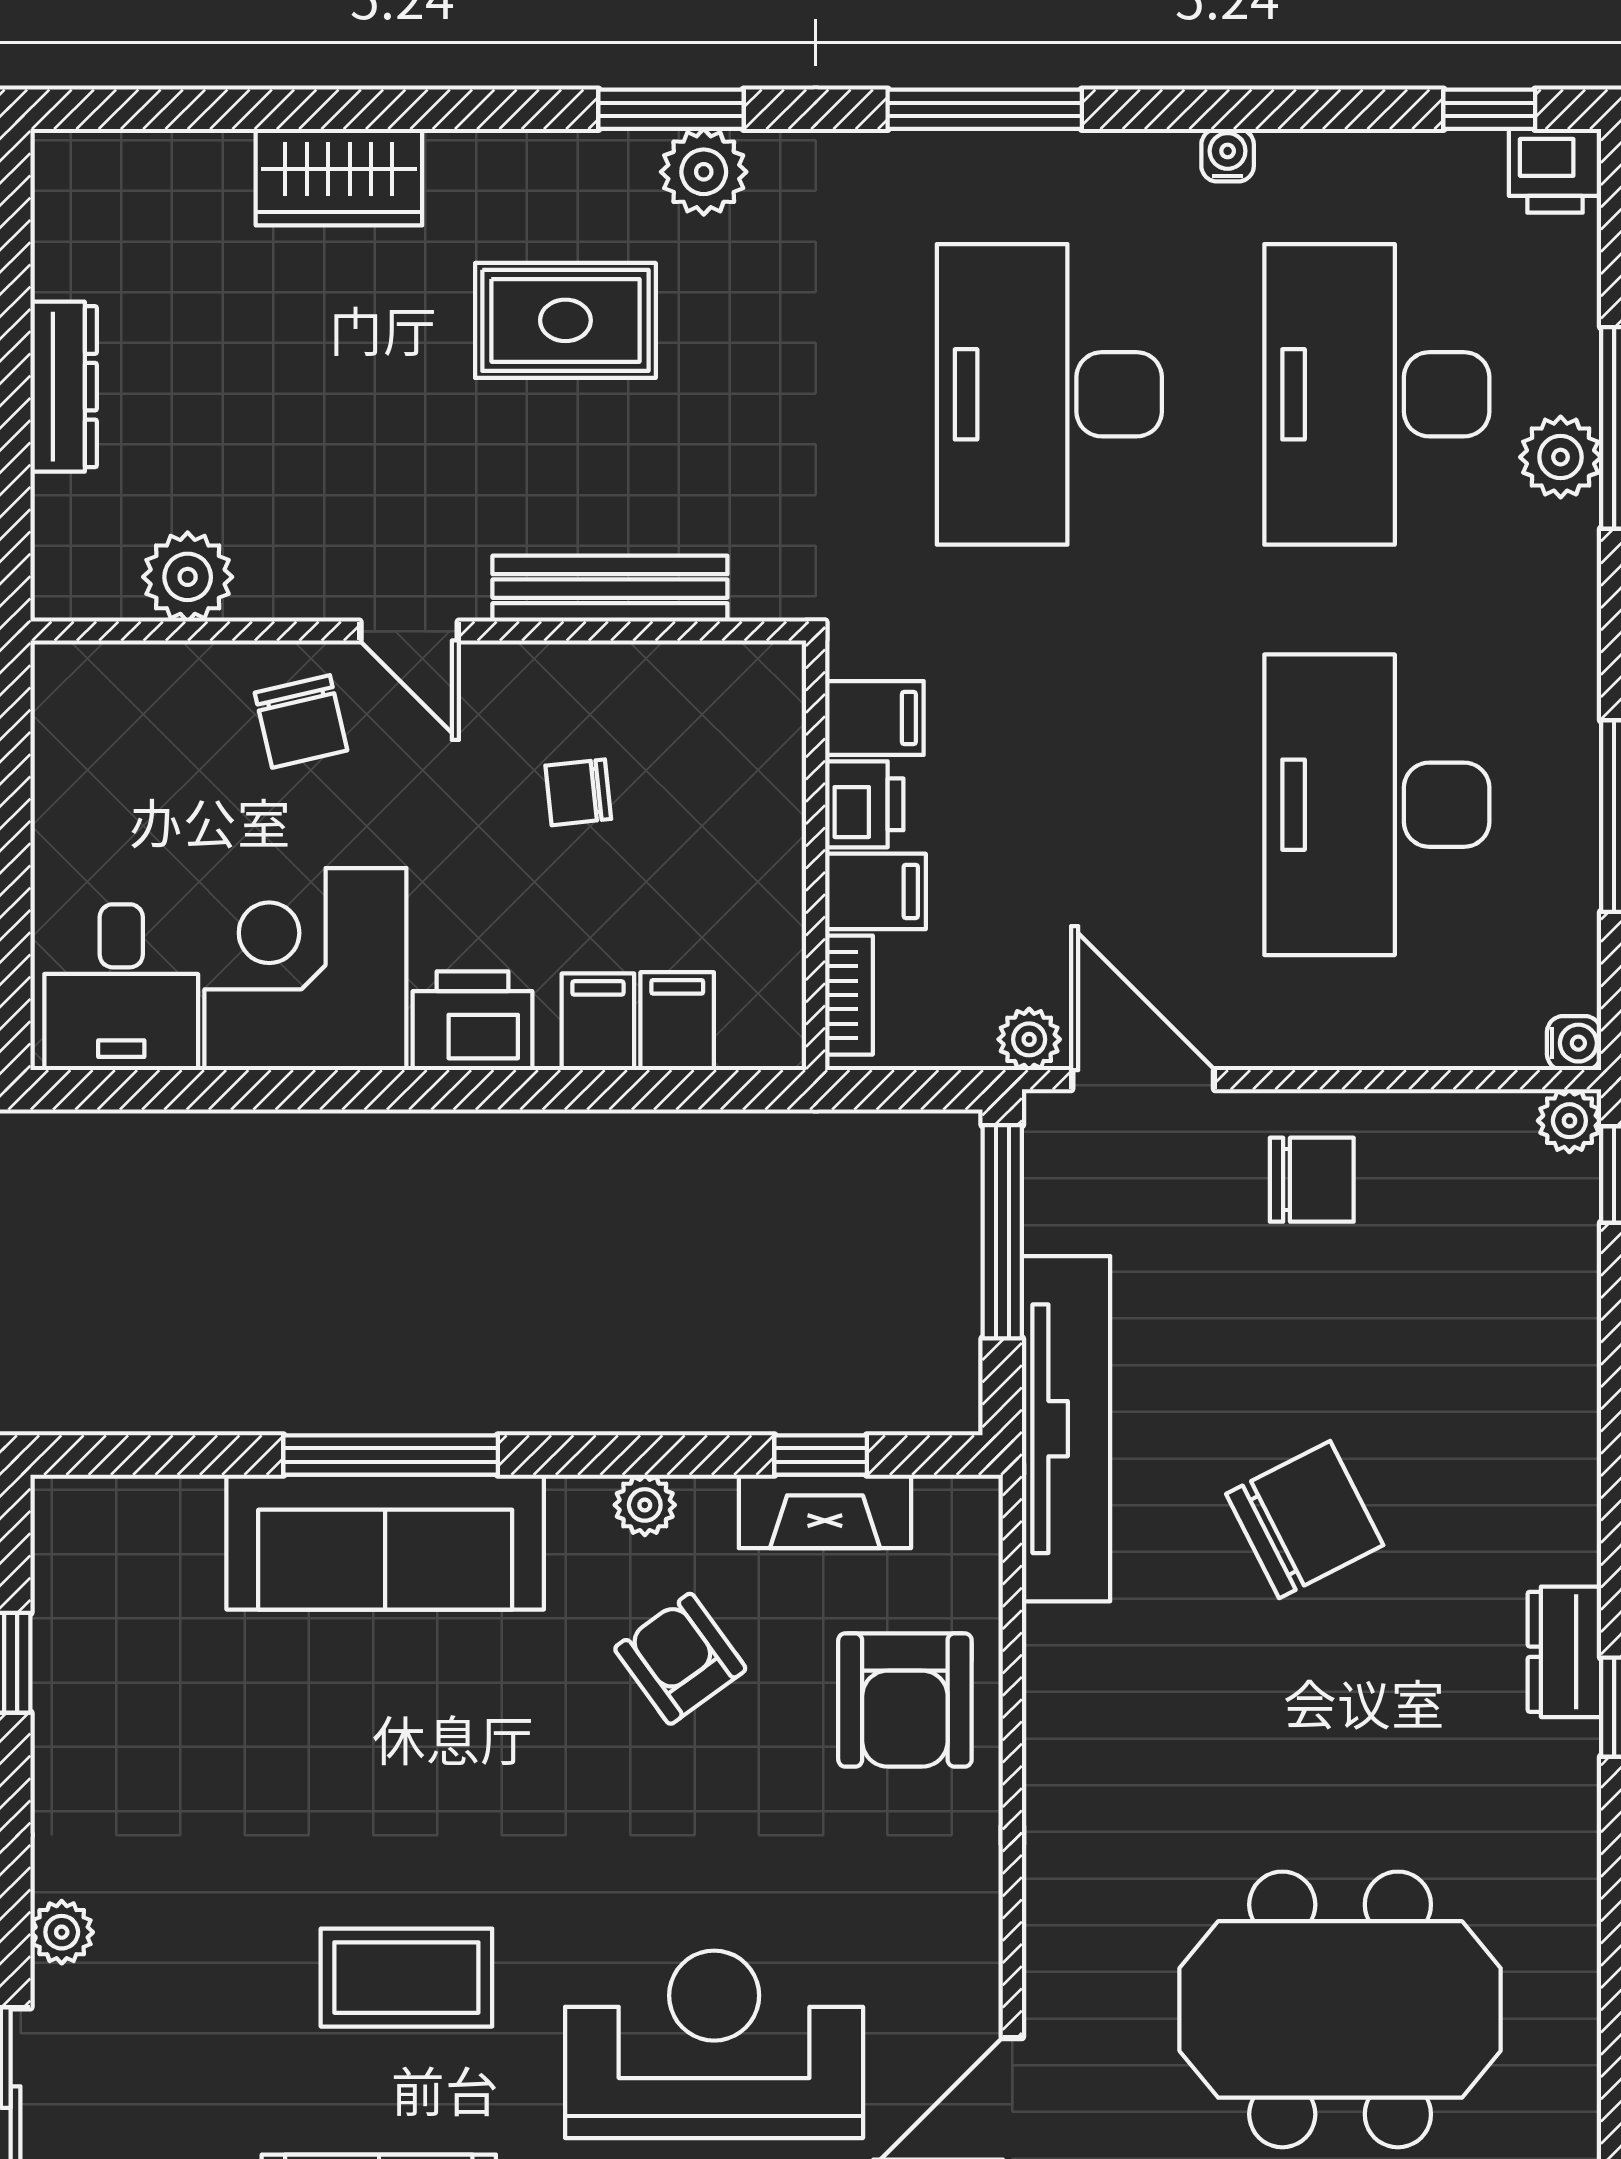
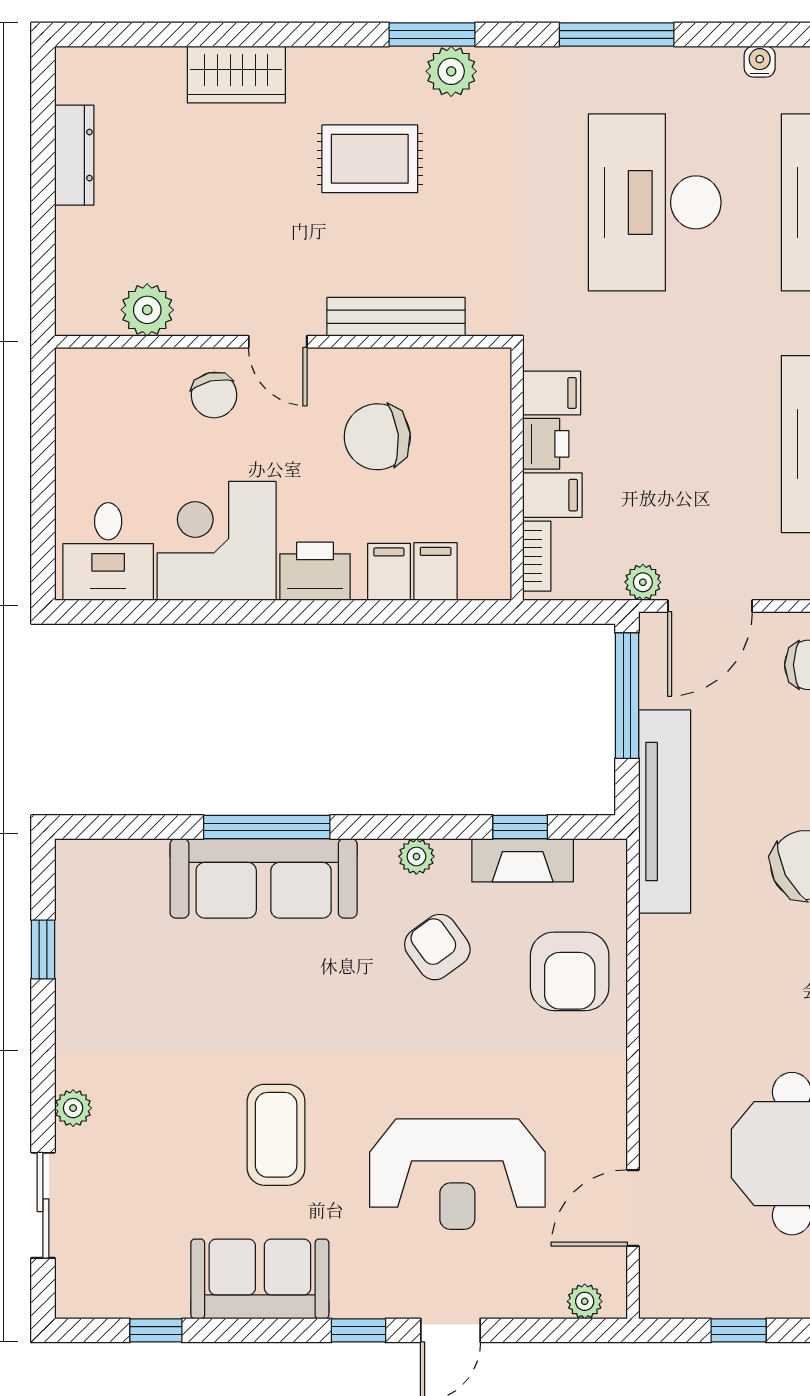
dresser: (64, 387) -> (74, 155), moved
chair: (578, 792) -> (377, 437), width x1.87, depth x1.87
door: (1143, 1080) -> (710, 606), swing flipped
coffee table: (406, 1978) -> (276, 1135), turned 90
reception desk: (714, 2044) -> (457, 1174), turned 180

